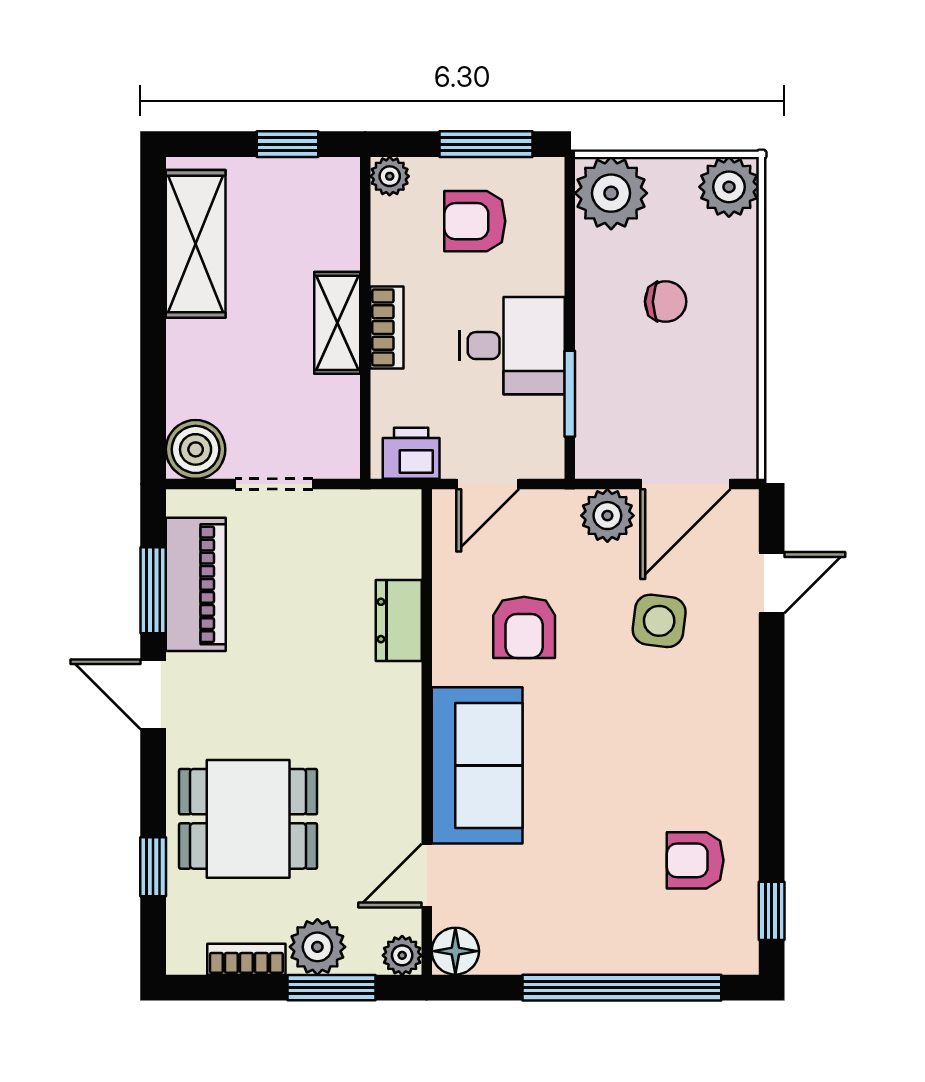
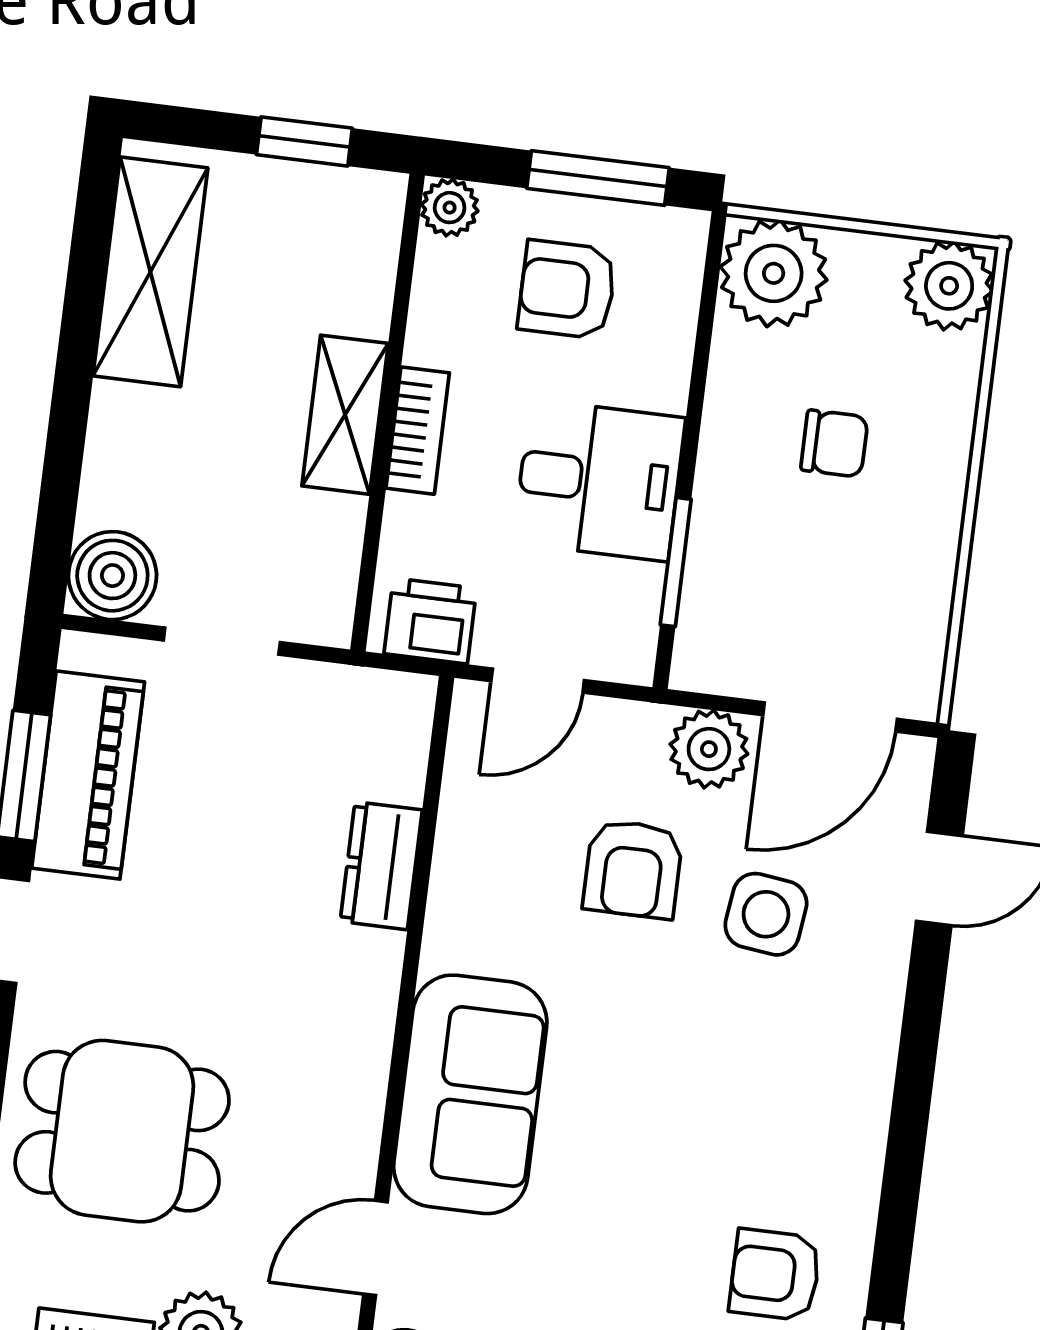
armchair: (524, 627) -> (633, 869), moved

